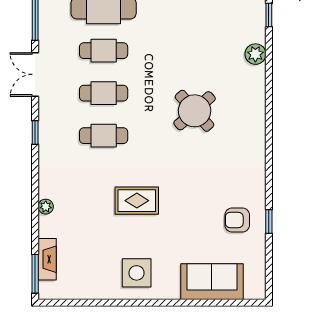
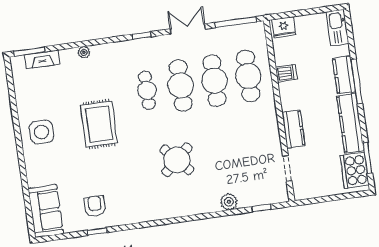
cafe table: (104, 51) -> (214, 81), width x1.37, depth x1.35
cafe table: (104, 93) -> (181, 85), width x1.37, depth x1.35
rug: (137, 201) -> (99, 124), width x1.36, depth x1.43
sofa: (212, 282) -> (46, 211), moved

